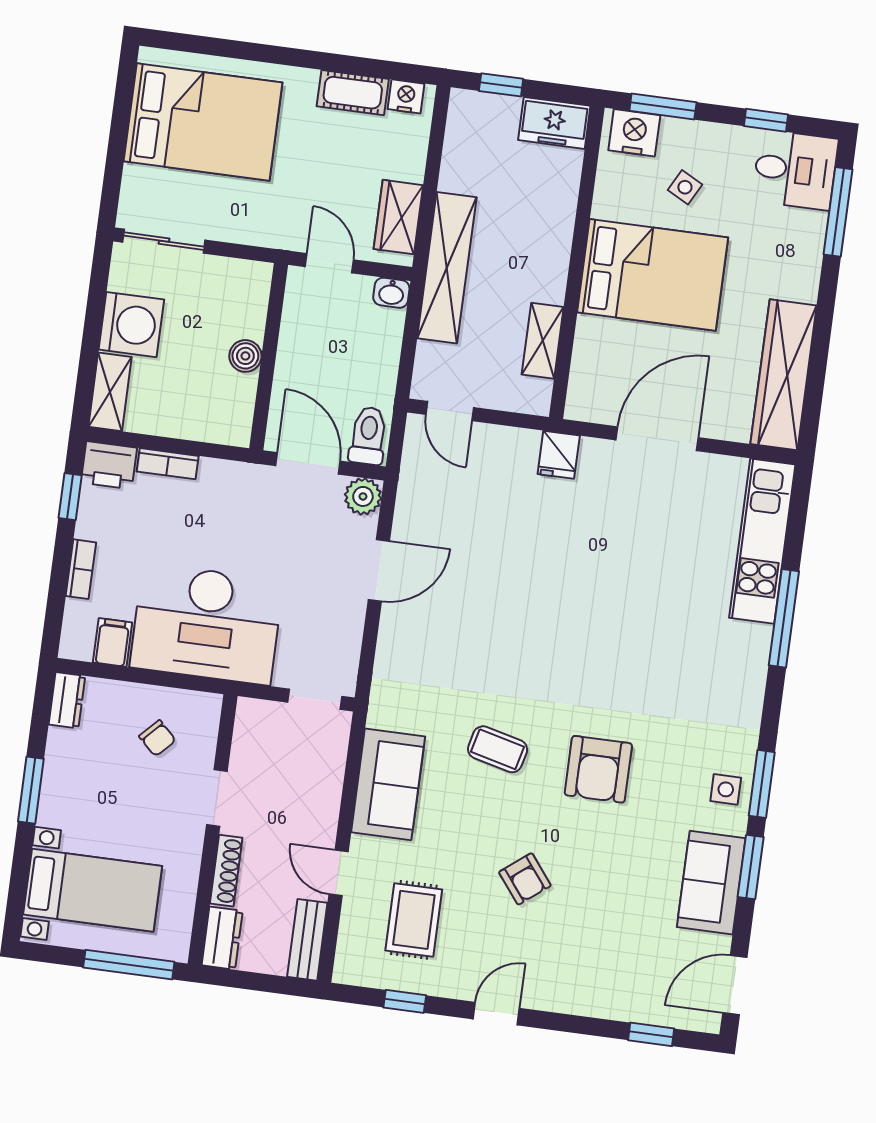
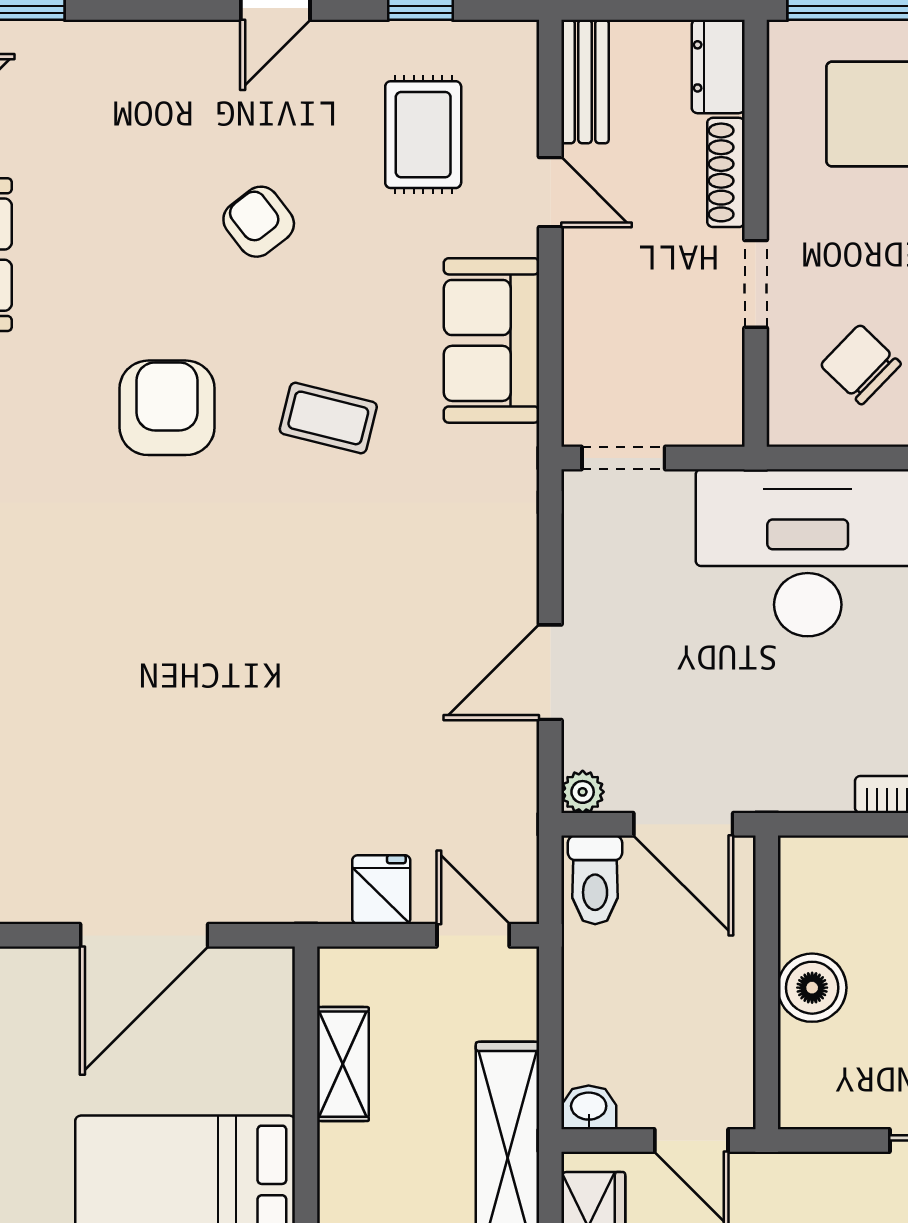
boiler: (245, 356) -> (812, 988), width x1.36, depth x1.36
fridge: (559, 455) -> (381, 890), moved
plant: (363, 496) -> (583, 792), width x0.73, depth x0.73
chair: (157, 738) -> (861, 364), width x1.37, depth x1.37

